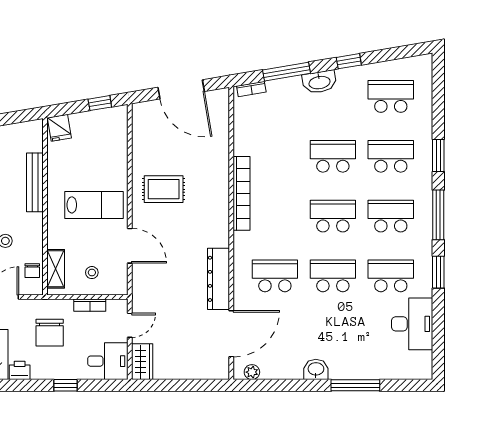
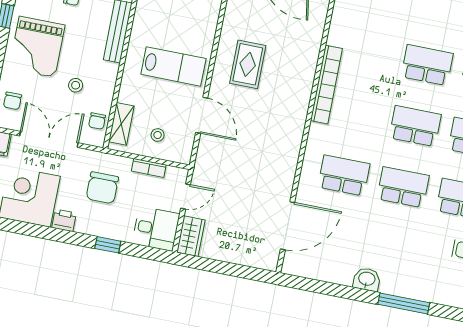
rug: (164, 189) -> (248, 64), turned 90
dresser: (218, 279) -> (286, 167), removed
plant: (252, 372) -> (301, 269), removed

